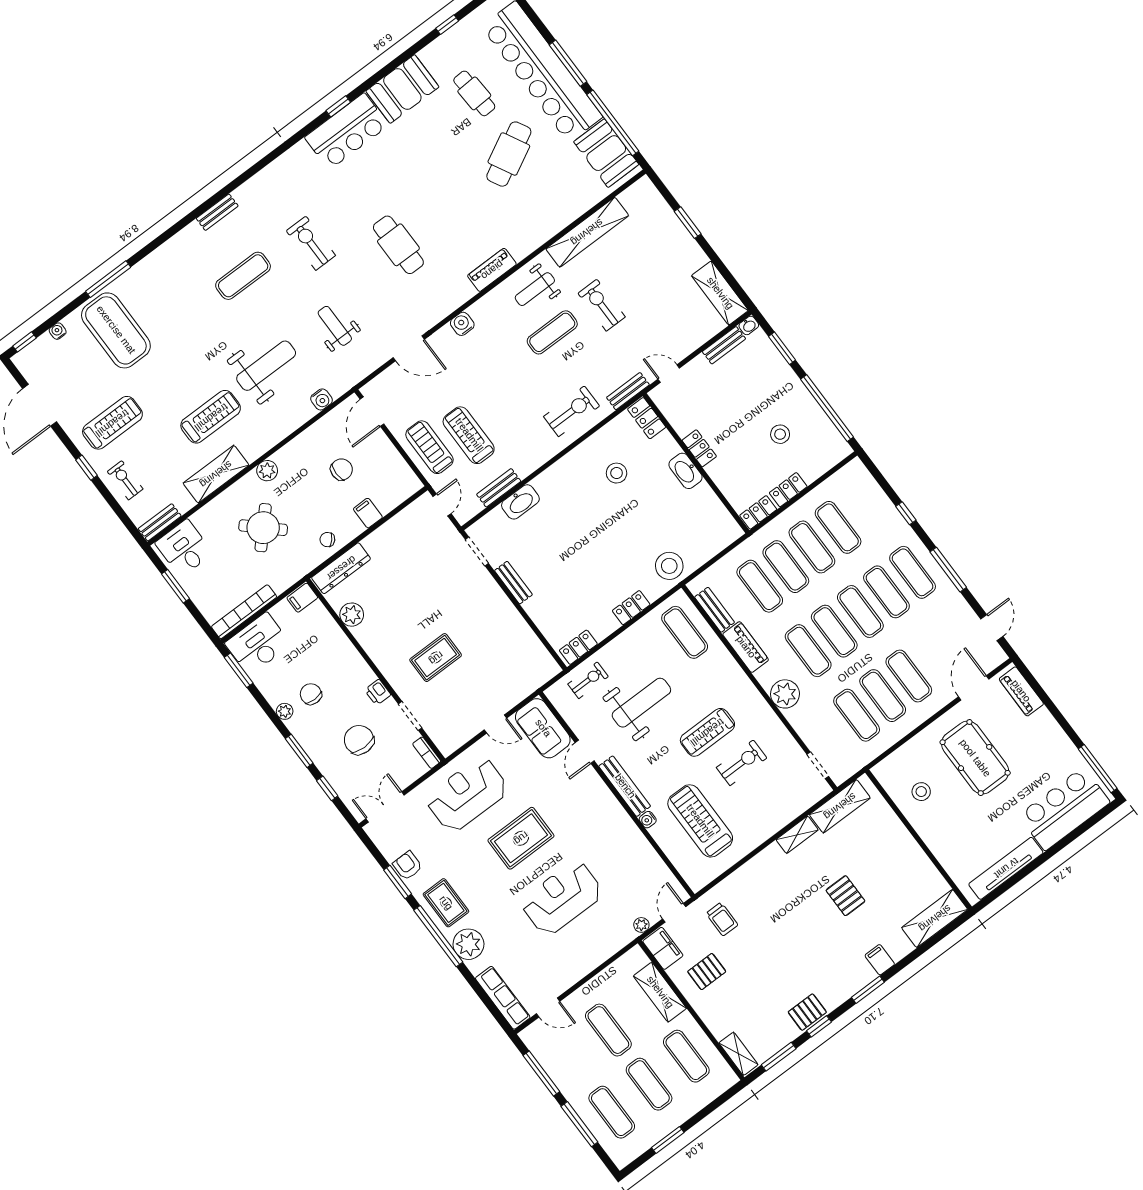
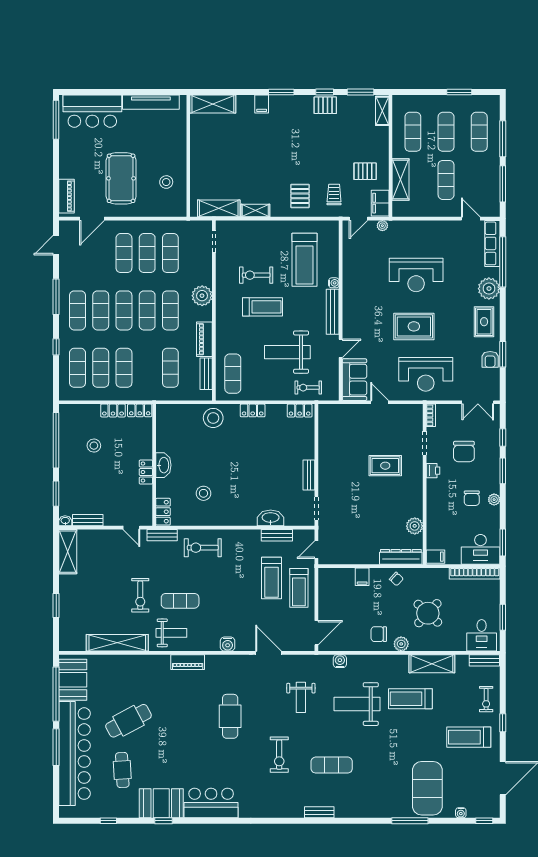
window: (338, 106) -> (164, 821), moved
chair: (342, 469) -> (379, 634), moved
exercise mat: (786, 567) -> (78, 368), moved
pallet: (845, 896) -> (300, 196), moved
window: (438, 936) -> (503, 262), moved

